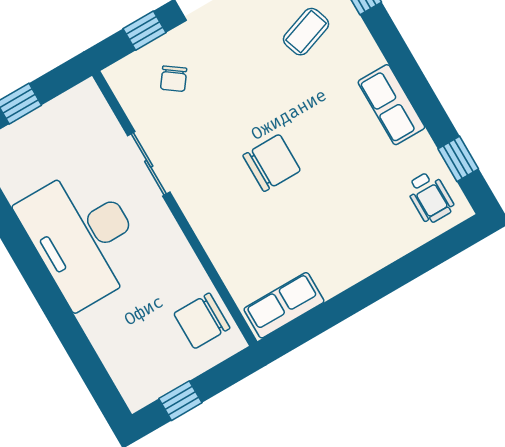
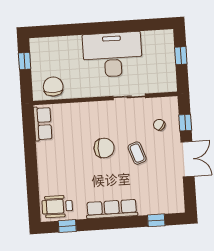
coffee table: (306, 32) -> (137, 153), moved
row of seats: (391, 105) -> (112, 209), width x1.48
chair: (272, 163) -> (104, 148), turned -90
wheelchair: (430, 197) -> (57, 206), width x1.36, depth x1.37

